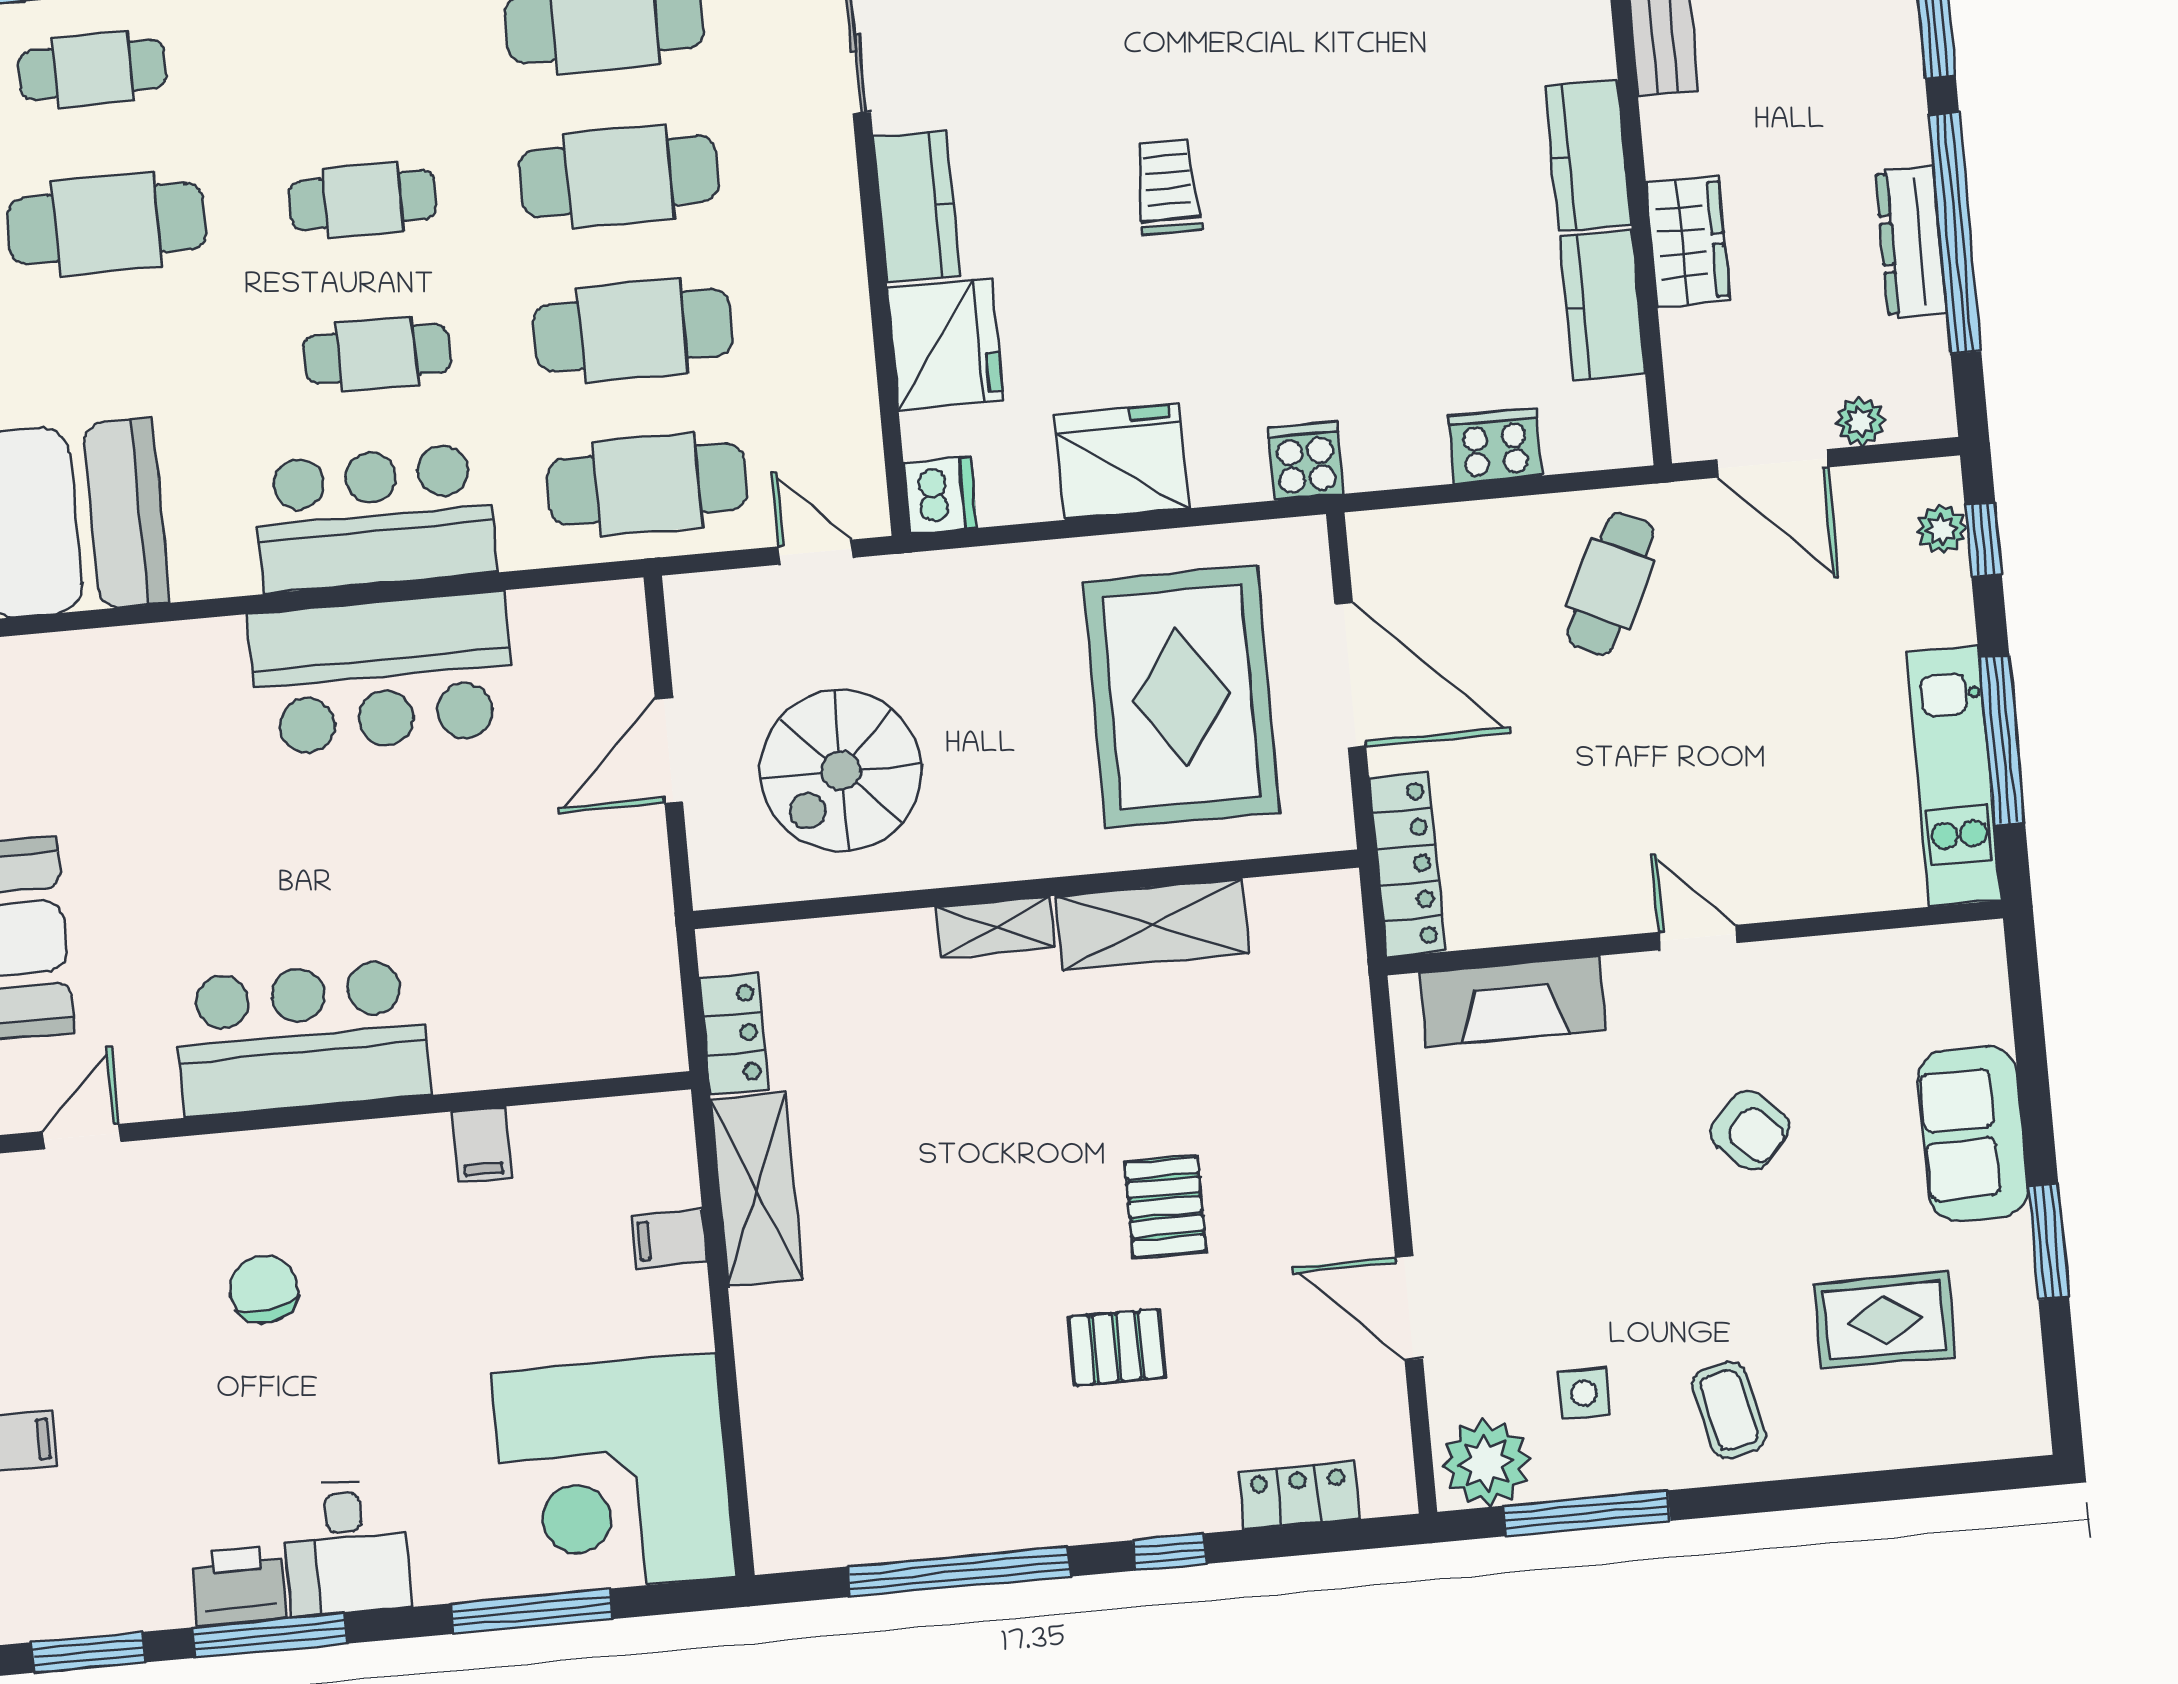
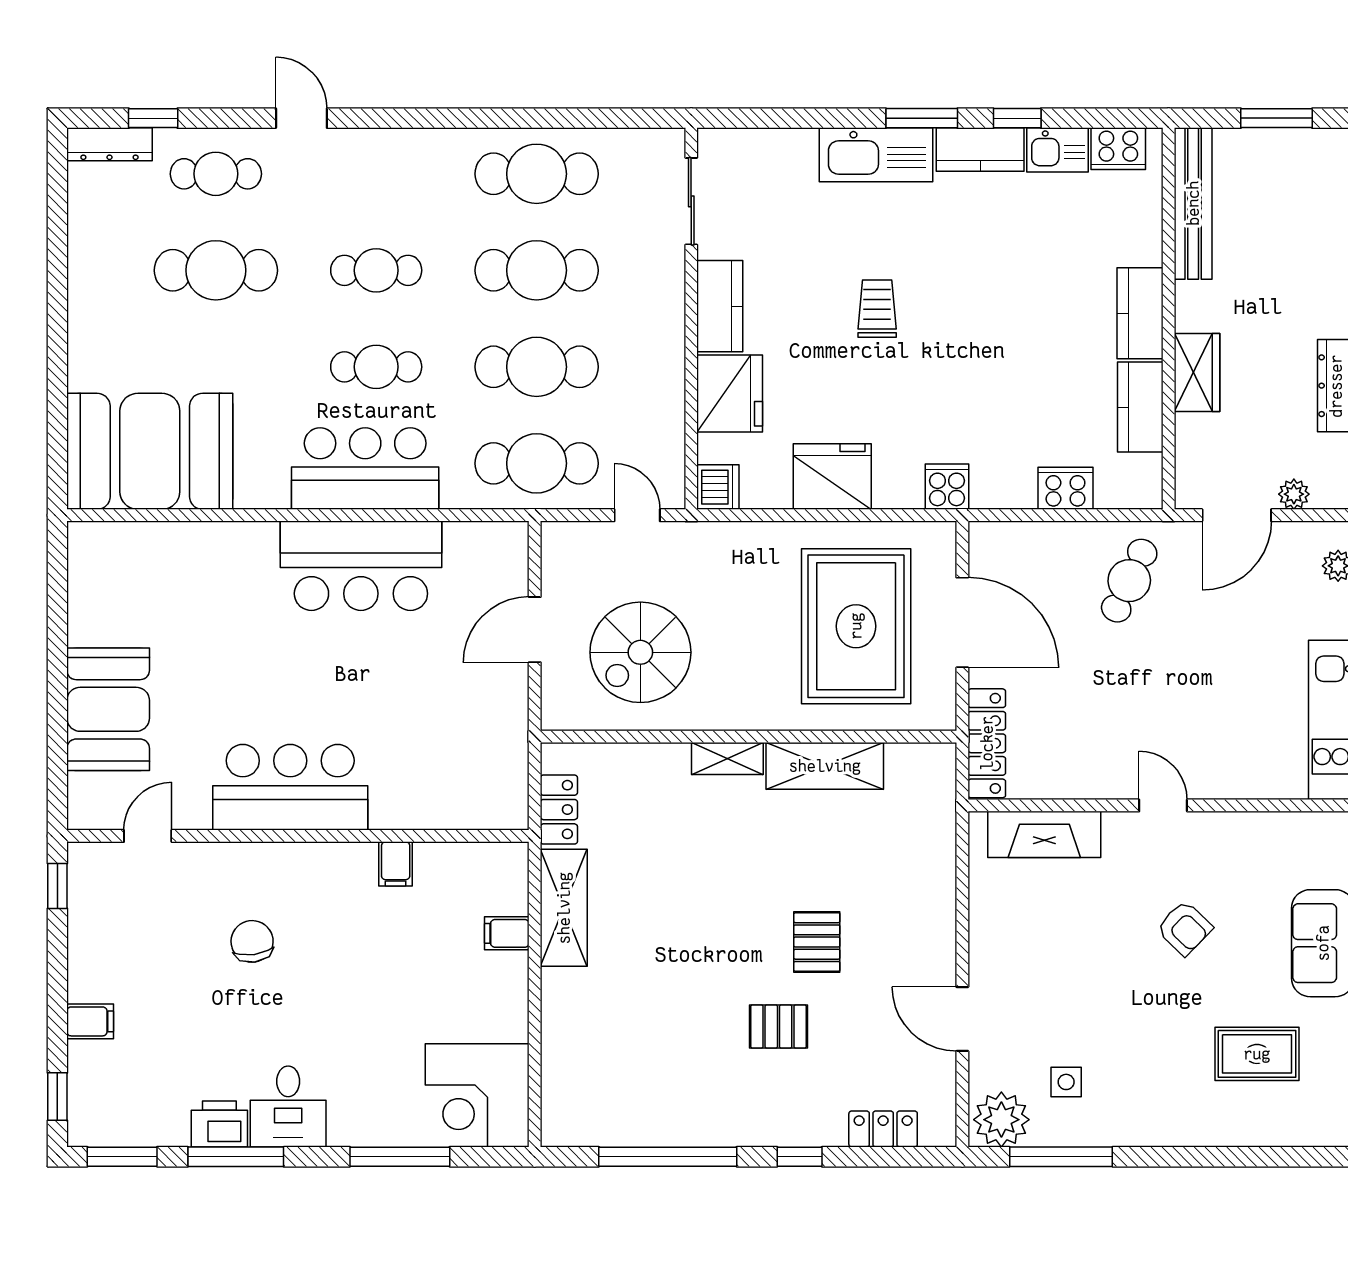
door: (1772, 463) -> (1237, 515), hinge flipped
coffee table: (1729, 1410) -> (1155, 1101), removed
corner desk: (613, 1475) -> (477, 1095), width x0.74, depth x0.74

